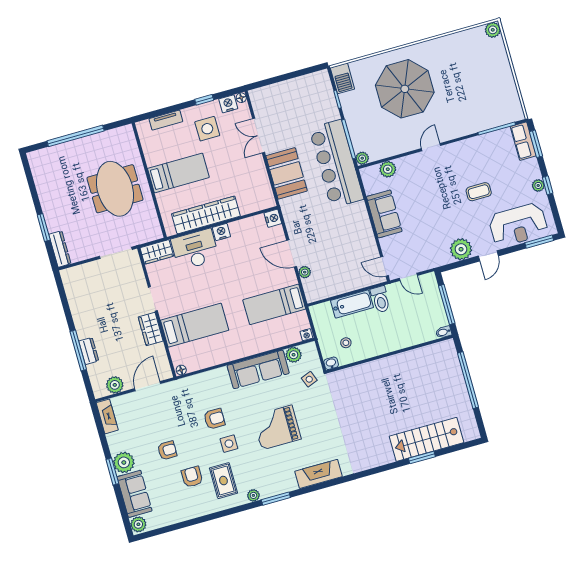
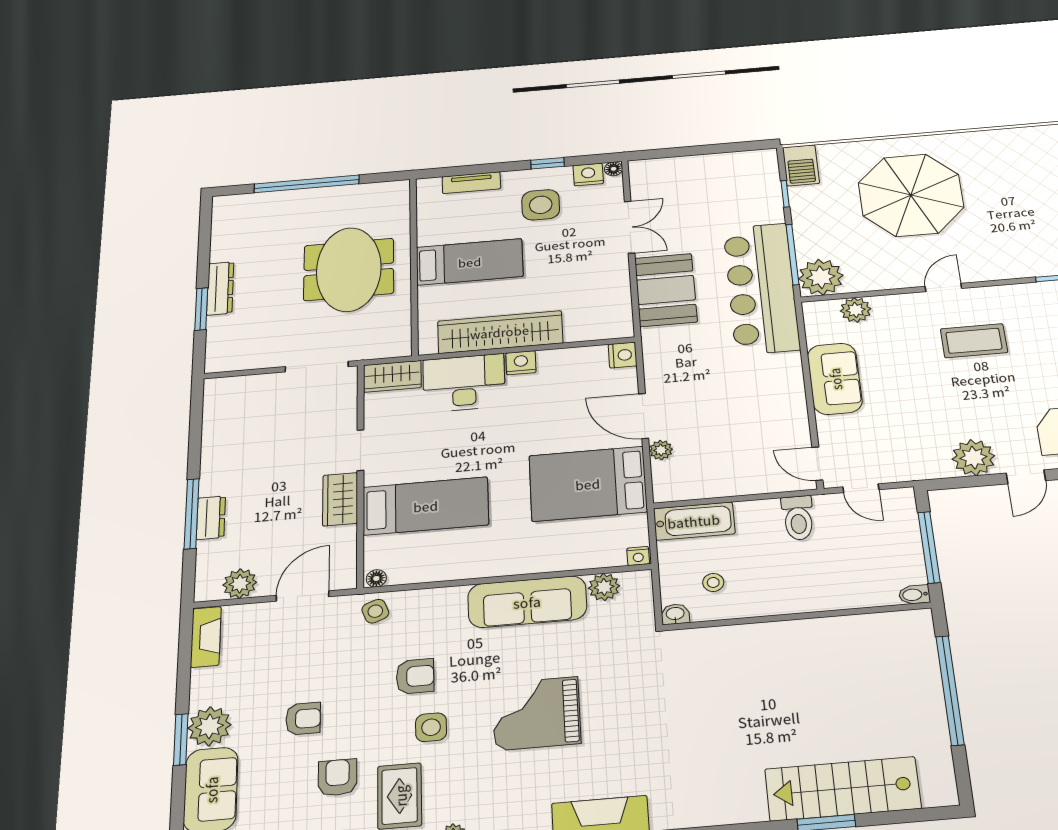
double door: (259, 136) -> (630, 227), swing flipped
plant: (362, 158) -> (821, 277), width x1.87, depth x1.87
coffee table: (479, 192) -> (974, 341), moved, width x1.36, depth x1.30
dresser: (60, 249) -> (220, 288), moved
bed: (274, 304) -> (588, 484), width x1.50
bathtub: (352, 304) -> (694, 521), moved
side table: (309, 379) -> (375, 611), moved

